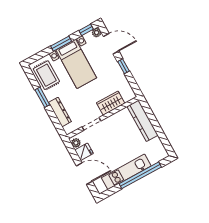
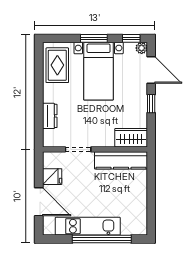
window: (42, 97) -> (39, 88), removed
wardrobe: (111, 103) -> (131, 138), moved
dresser: (60, 112) -> (50, 116), width x0.70
kitchen counter: (143, 121) -> (121, 160), moved, turned -90
plant: (76, 143) -> (48, 161), removed

